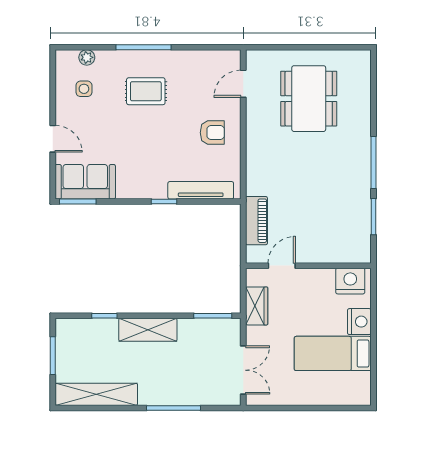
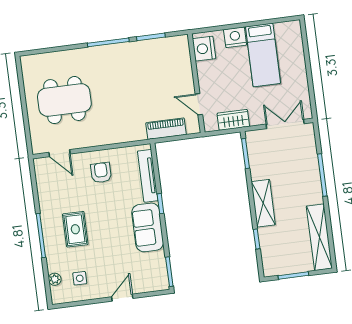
sofa: (85, 182) -> (148, 227), moved

